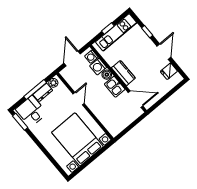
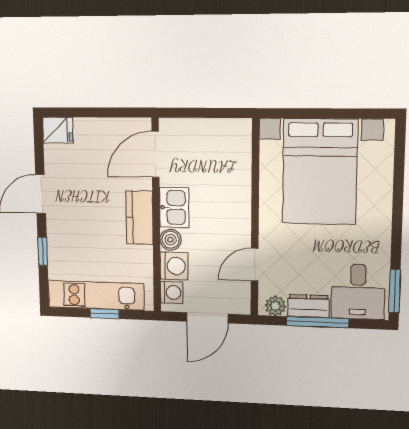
fridge: (169, 71) -> (58, 130), moved
door: (79, 99) -> (255, 265), moved
door: (136, 99) -> (155, 154), hinge flipped

